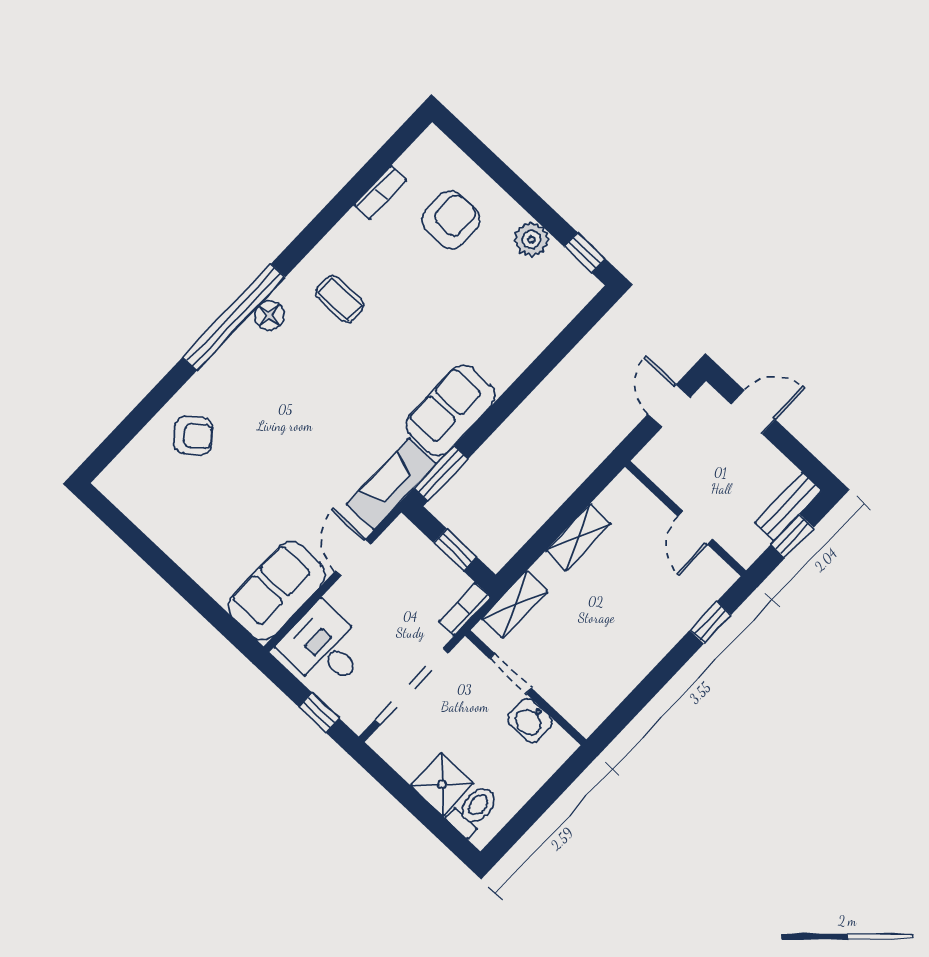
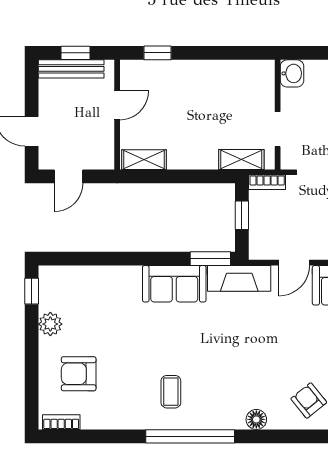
bookcase: (380, 192) -> (61, 422), moved
floor lamp: (269, 315) -> (256, 419), moved
window: (234, 317) -> (190, 436), moved
bench: (788, 507) -> (71, 69), width x1.36
shelving: (578, 537) -> (144, 160), moved
washbasin: (530, 721) -> (292, 73), moved

